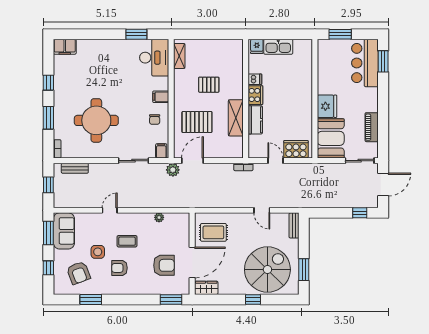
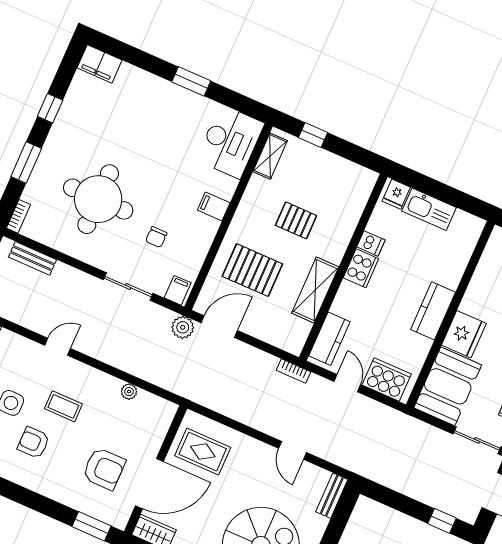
window: (136, 34) -> (191, 81), moved
window: (198, 34) -> (313, 135), added
kitchen counter: (305, 101) -> (433, 311), added
chair: (155, 119) -> (156, 237), moved
kitchen counter: (255, 120) -> (329, 339), moved

